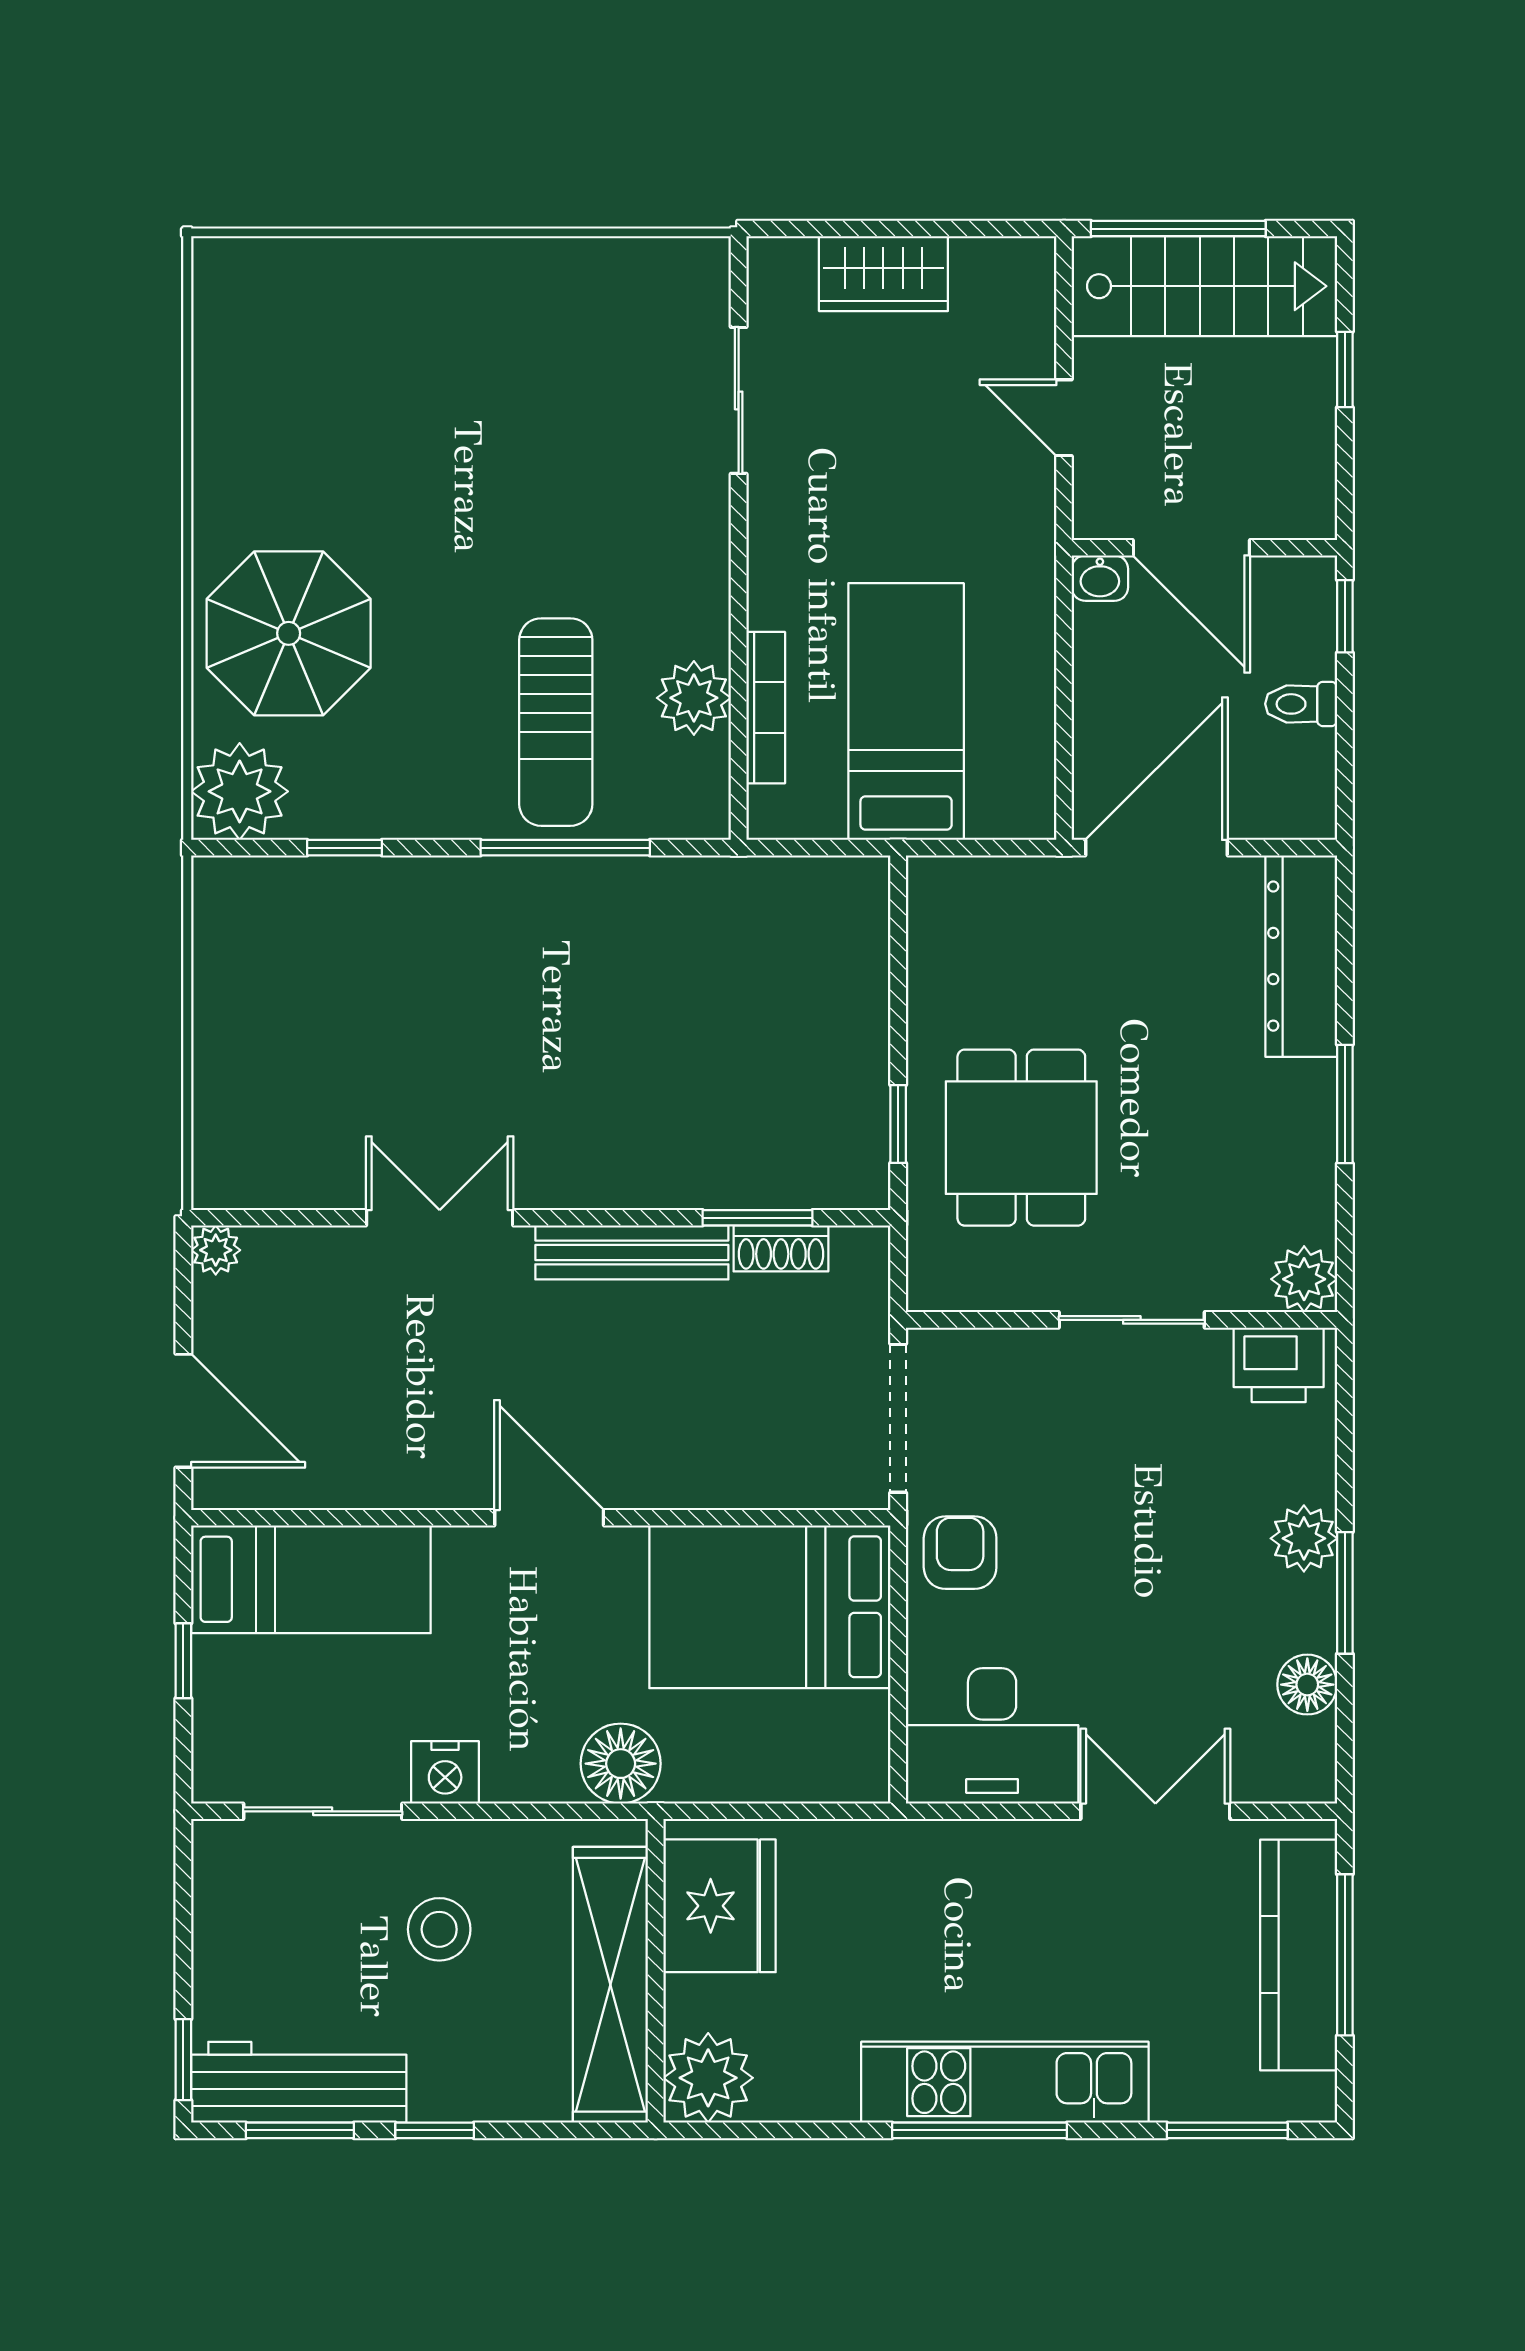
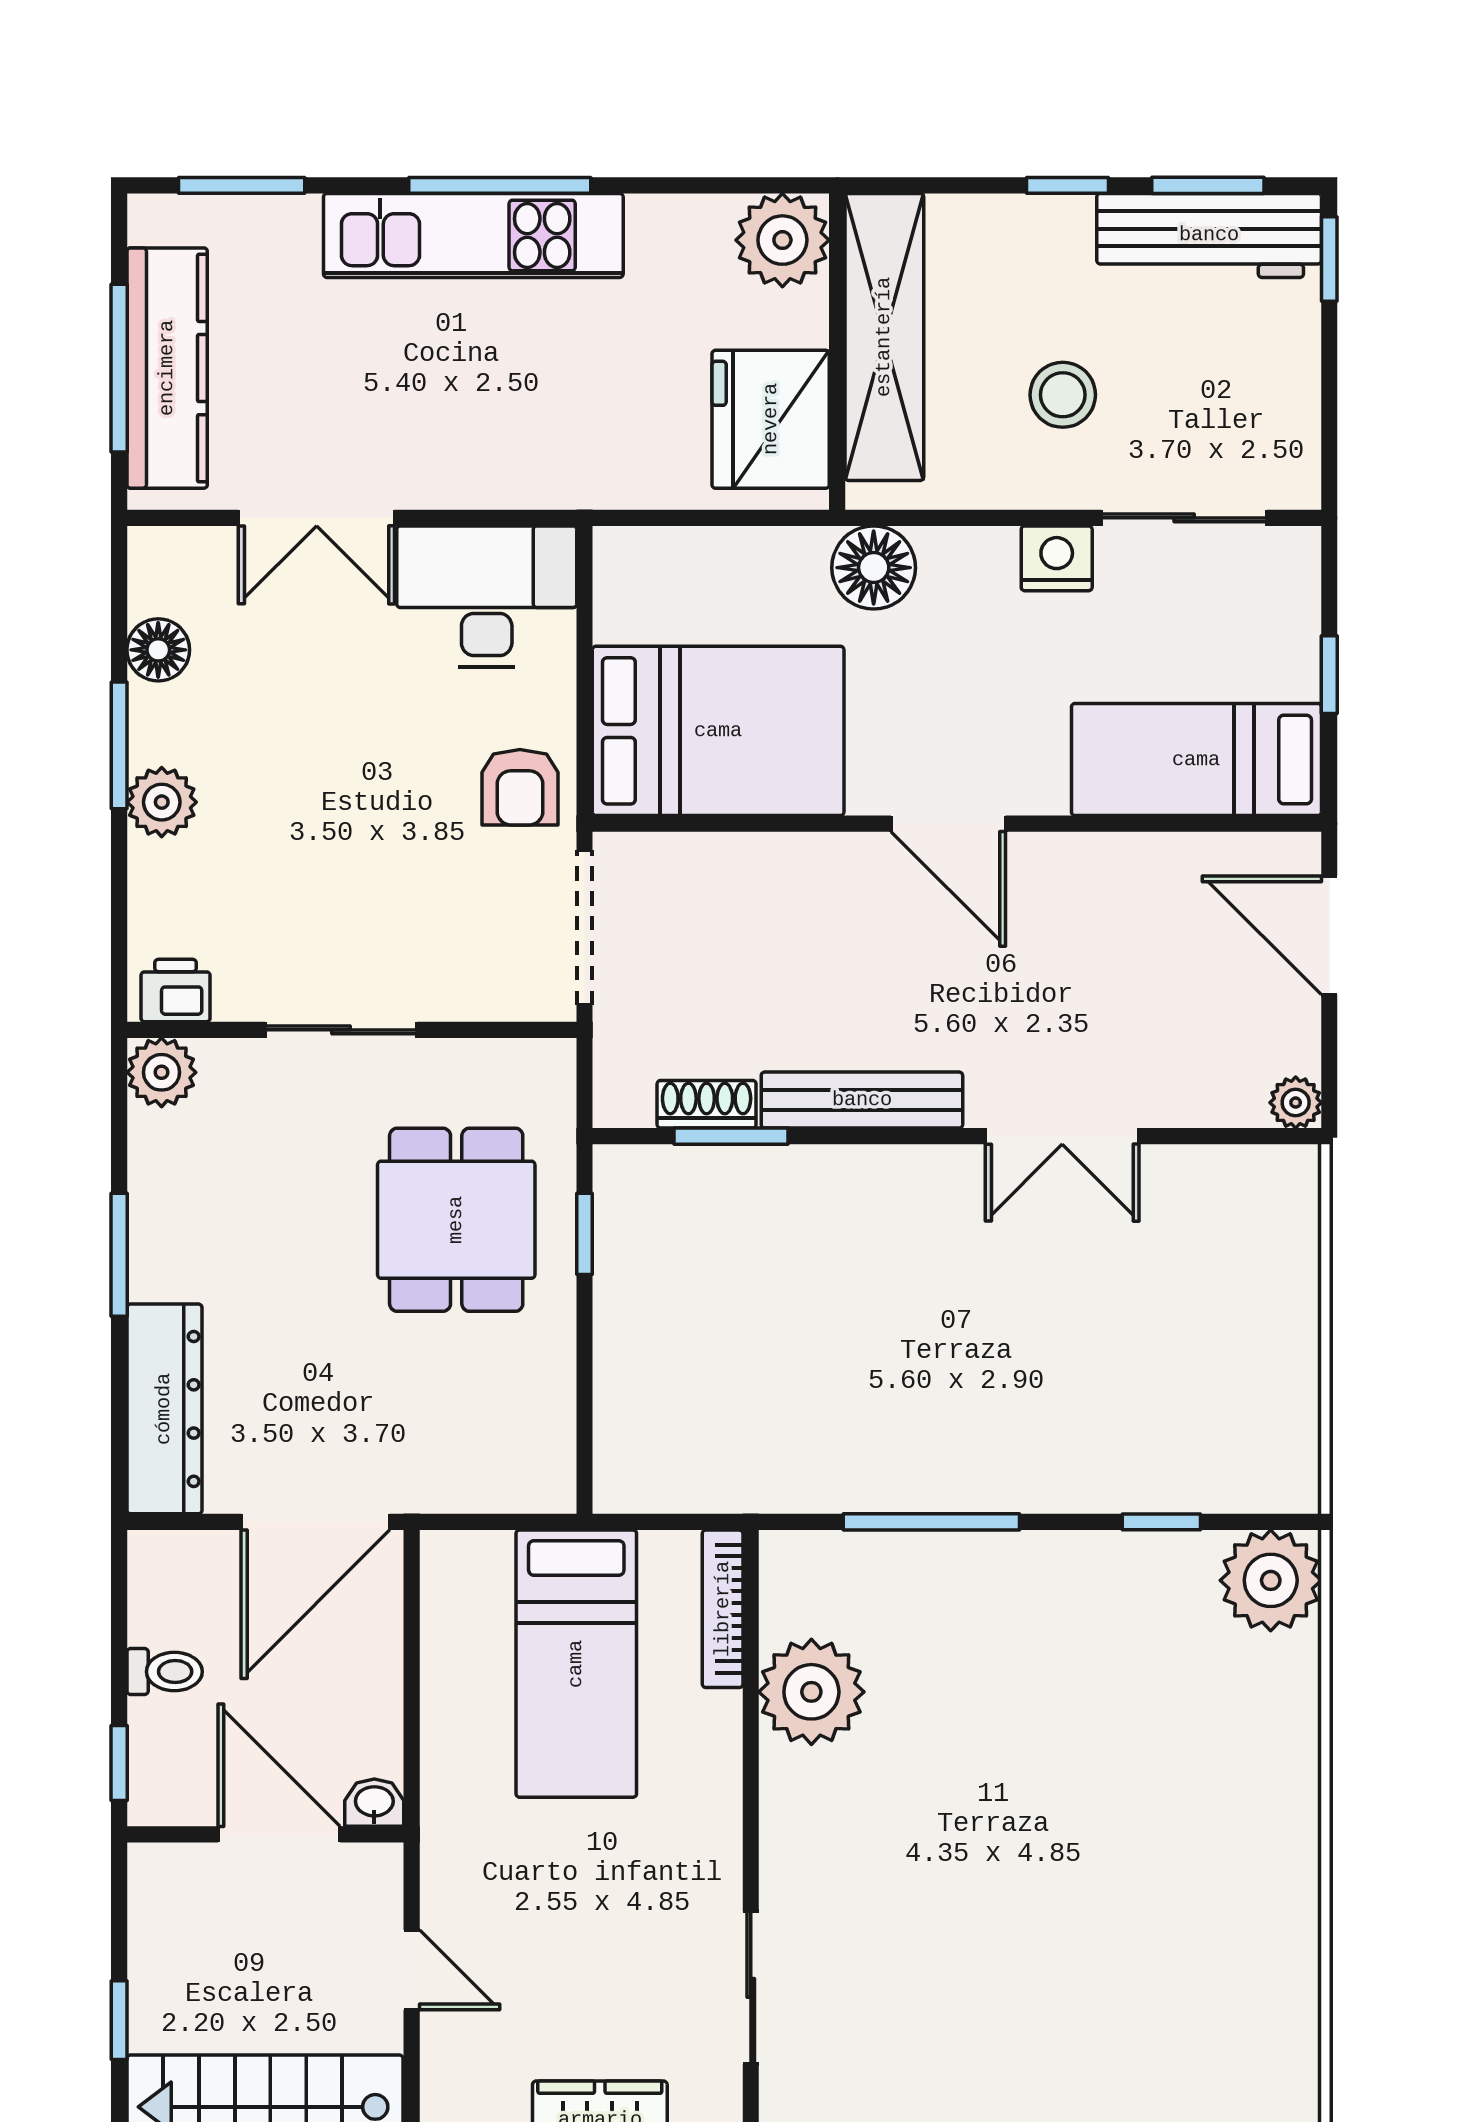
parasol: (289, 633) -> (1220, 1745), removed
plant: (694, 698) -> (811, 1692), width x1.36, depth x1.36
bookcase: (766, 708) -> (723, 1609), moved
sun lounger: (556, 722) -> (941, 1653), removed
printer: (1279, 1365) -> (176, 991), width x0.73, depth x0.81

